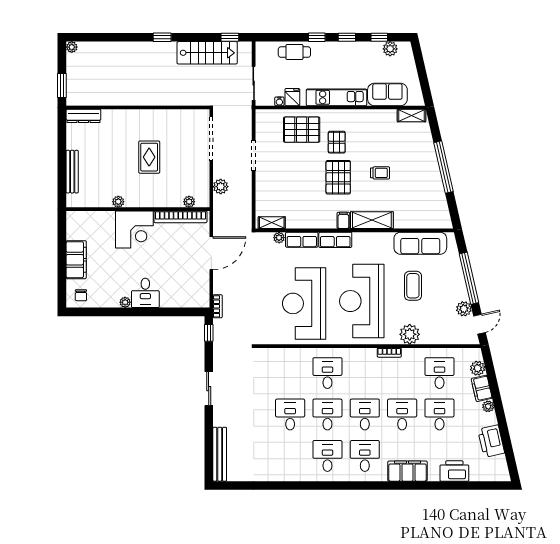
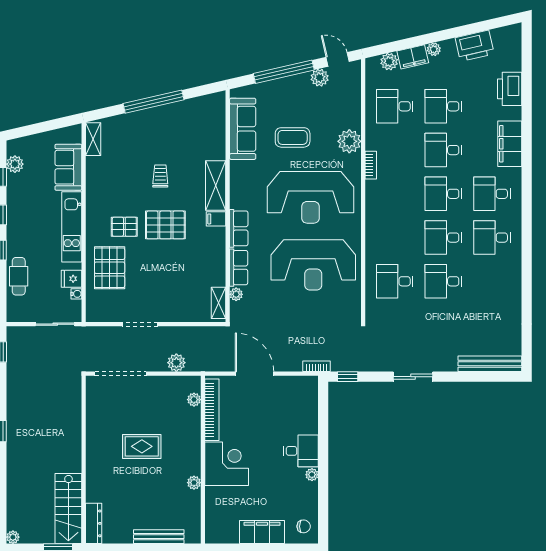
stairs: (207, 53) -> (68, 509), moved, turned 180
desk: (327, 373) -> (395, 281), moved

